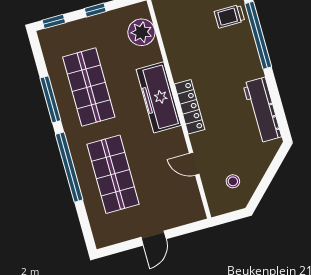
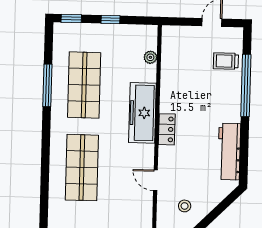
plant: (141, 32) -> (150, 57), width x0.53, depth x0.53
locker: (190, 107) -> (167, 129), width x0.66
window: (69, 167) -> (46, 150), removed

